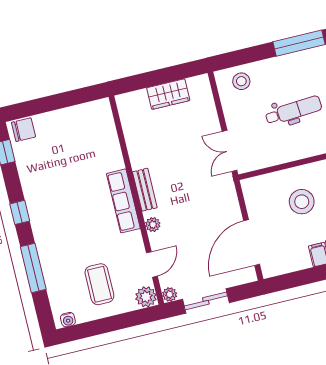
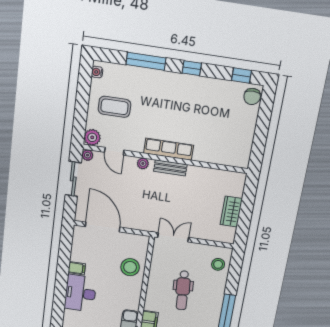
stool: (302, 202) -> (130, 267), moved

